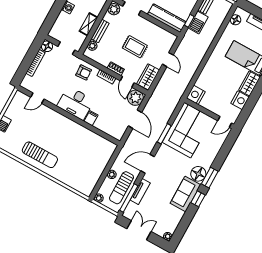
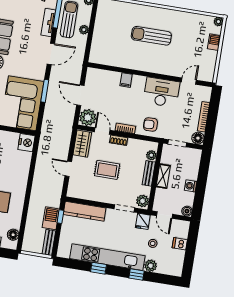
desk: (76, 103) -> (161, 92), moved
sun lounger: (40, 155) -> (151, 36), moved

